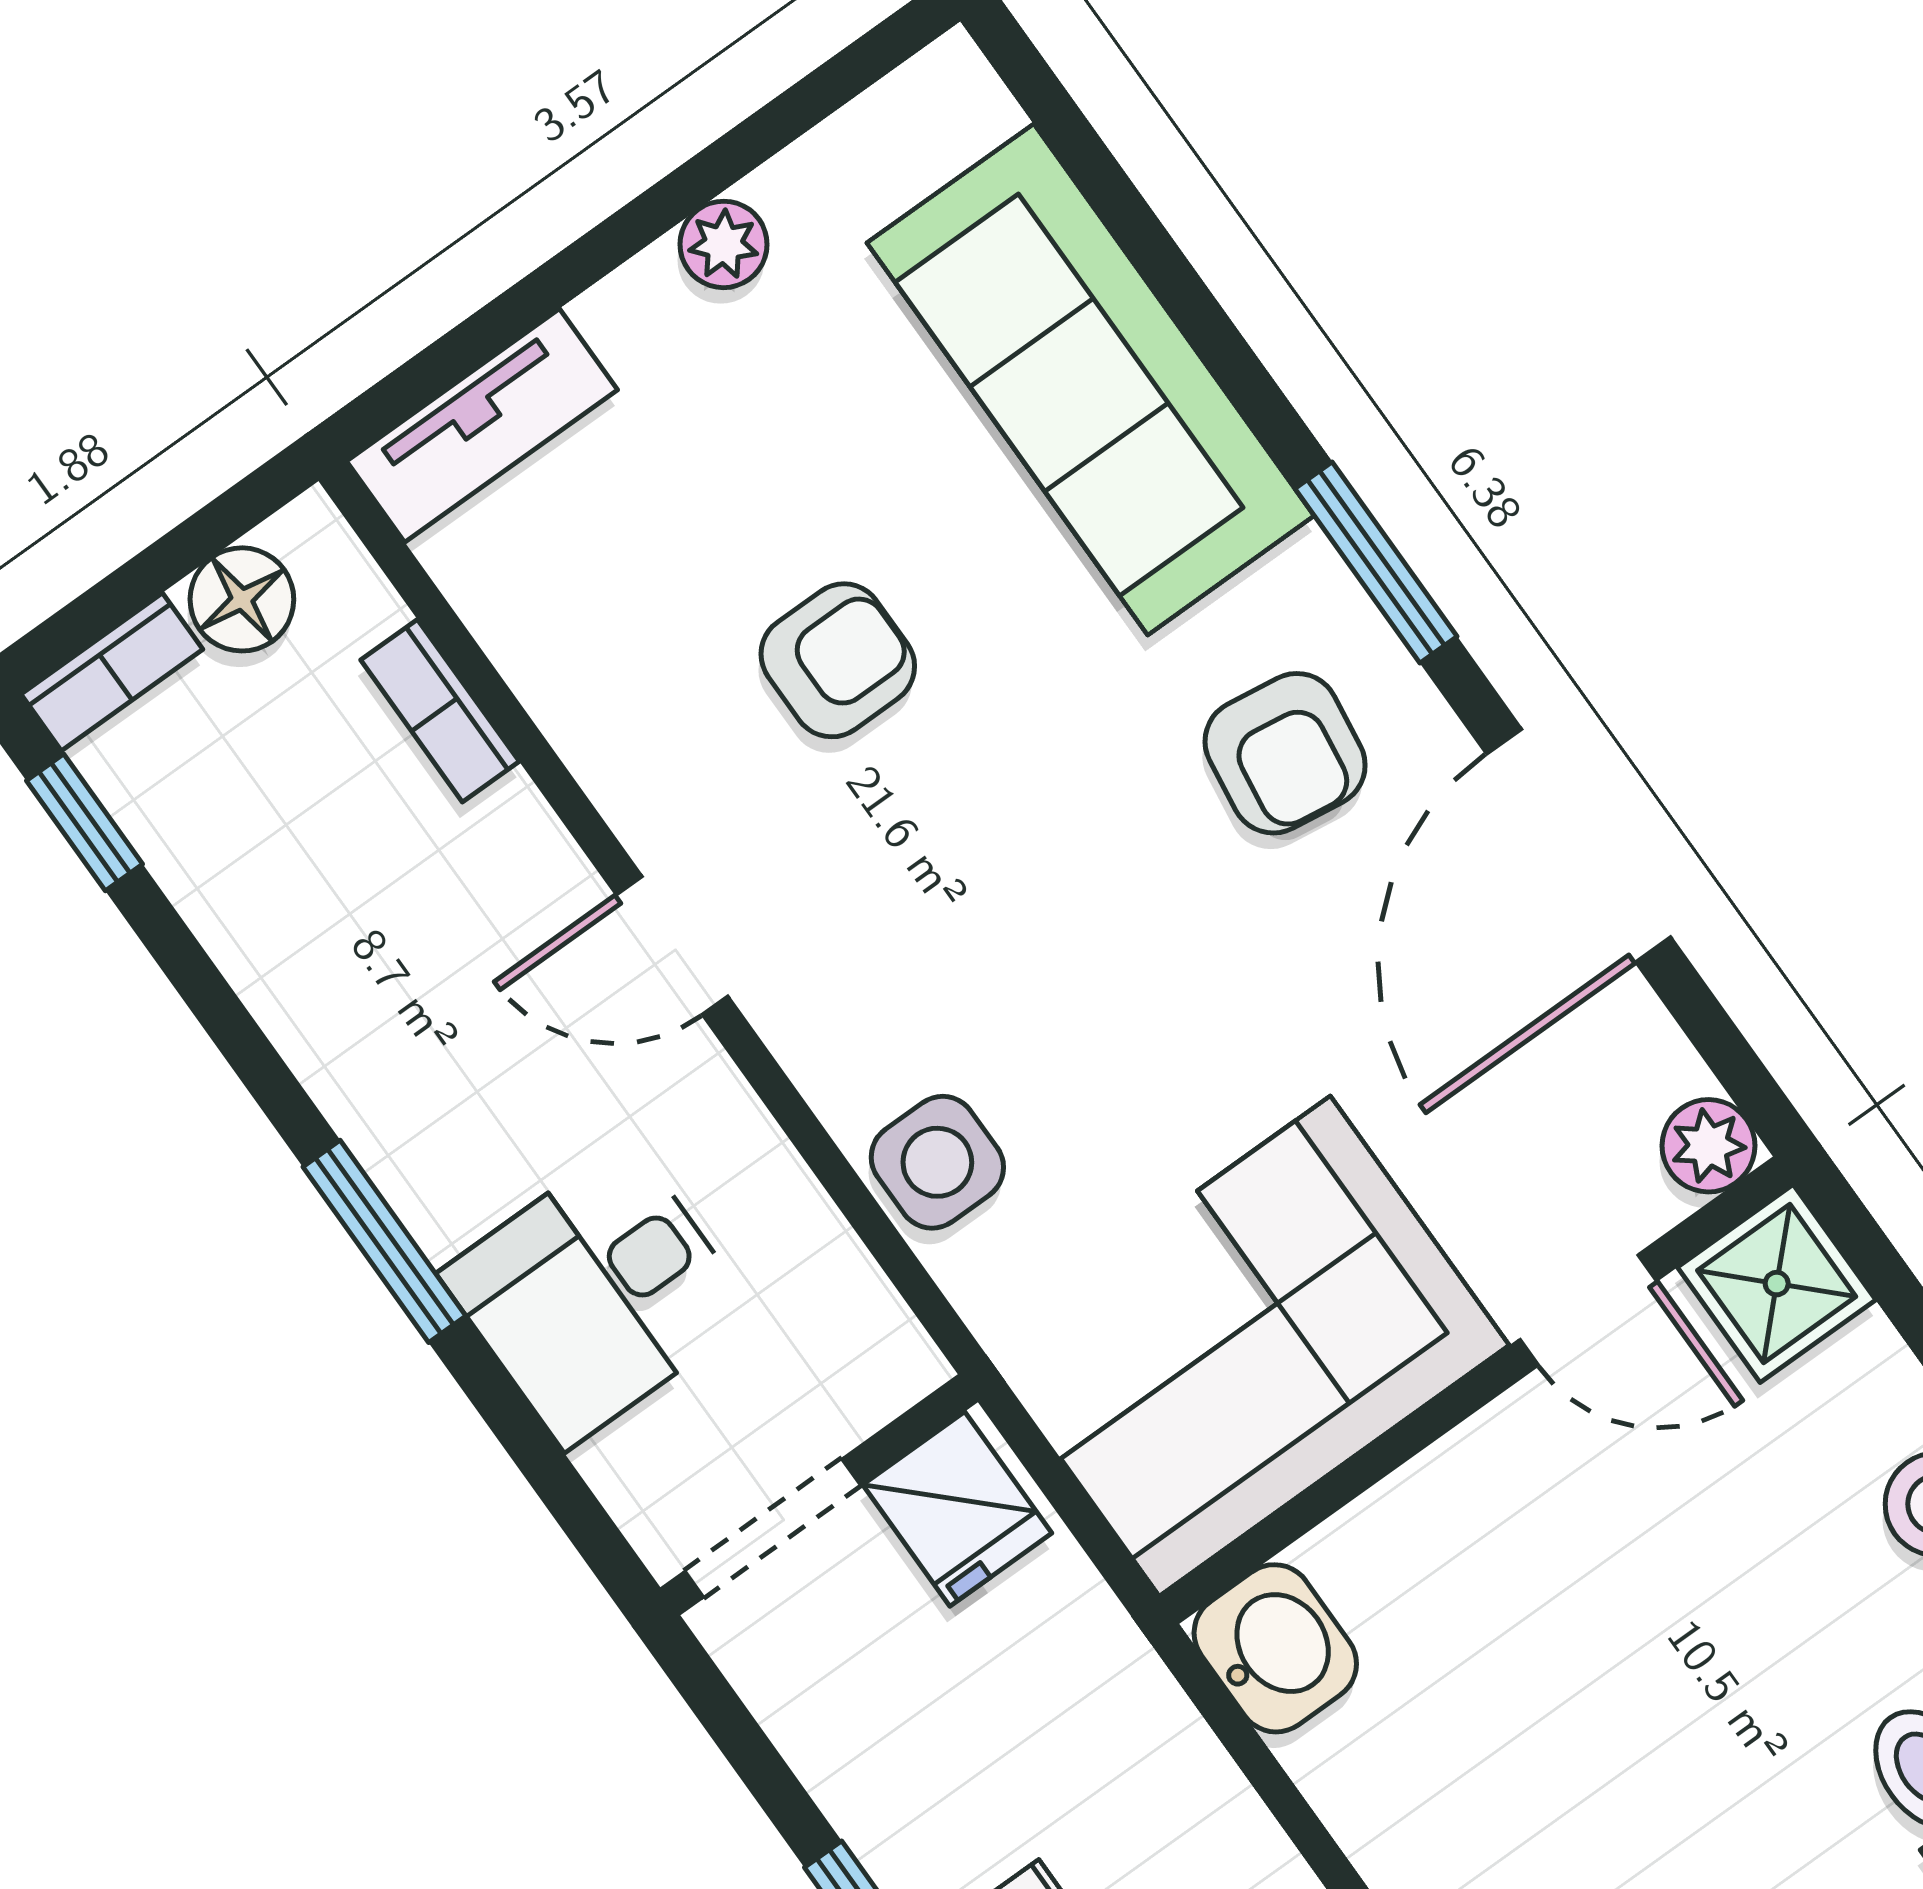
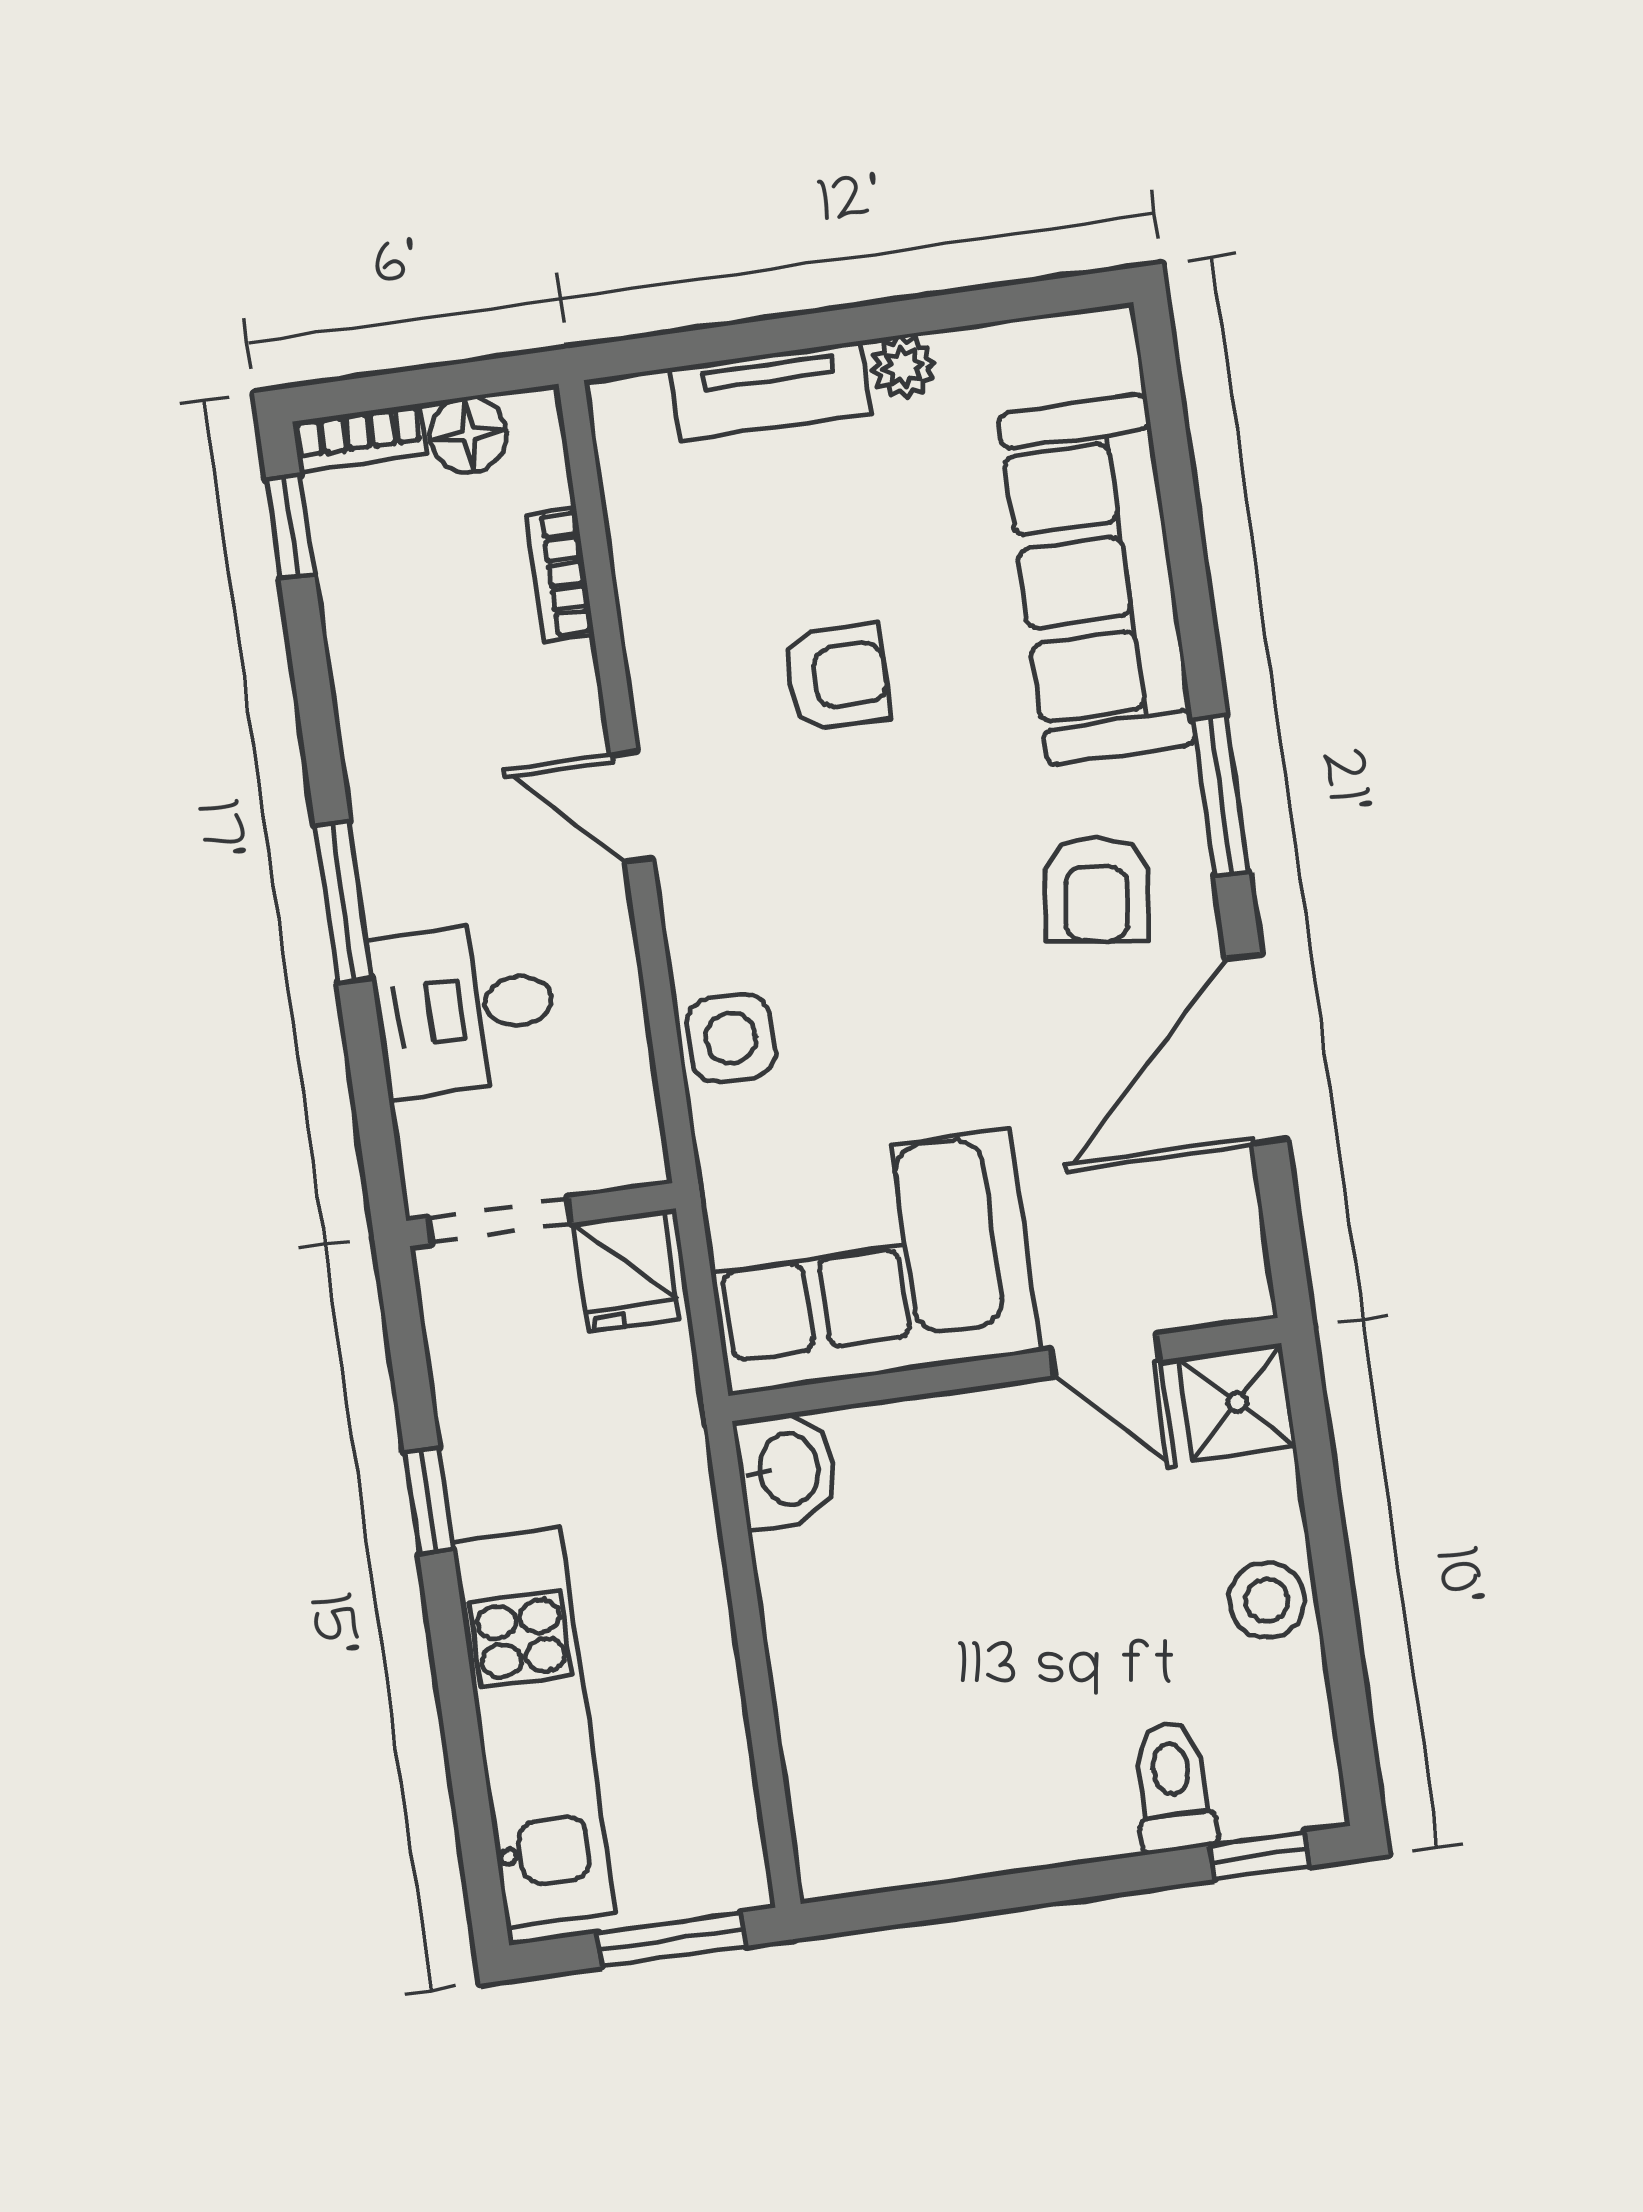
tv unit: (482, 425) -> (770, 391), moved
plant: (1708, 1146) -> (1239, 1289), removed

